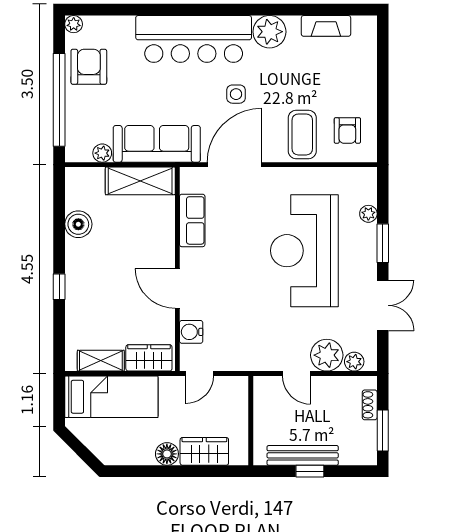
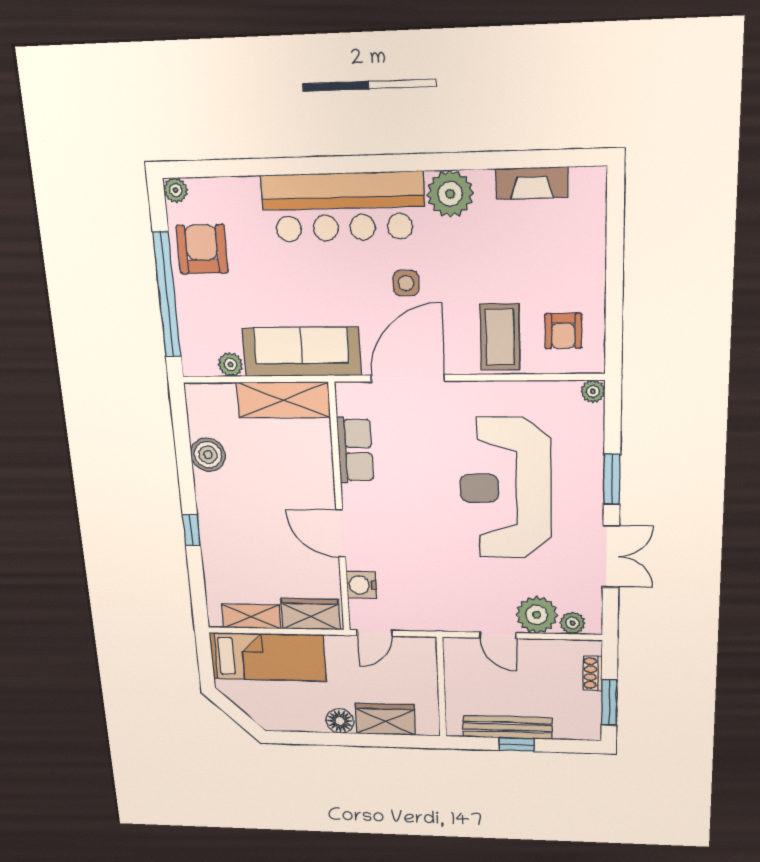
plant: (368, 214) -> (593, 391), moved

